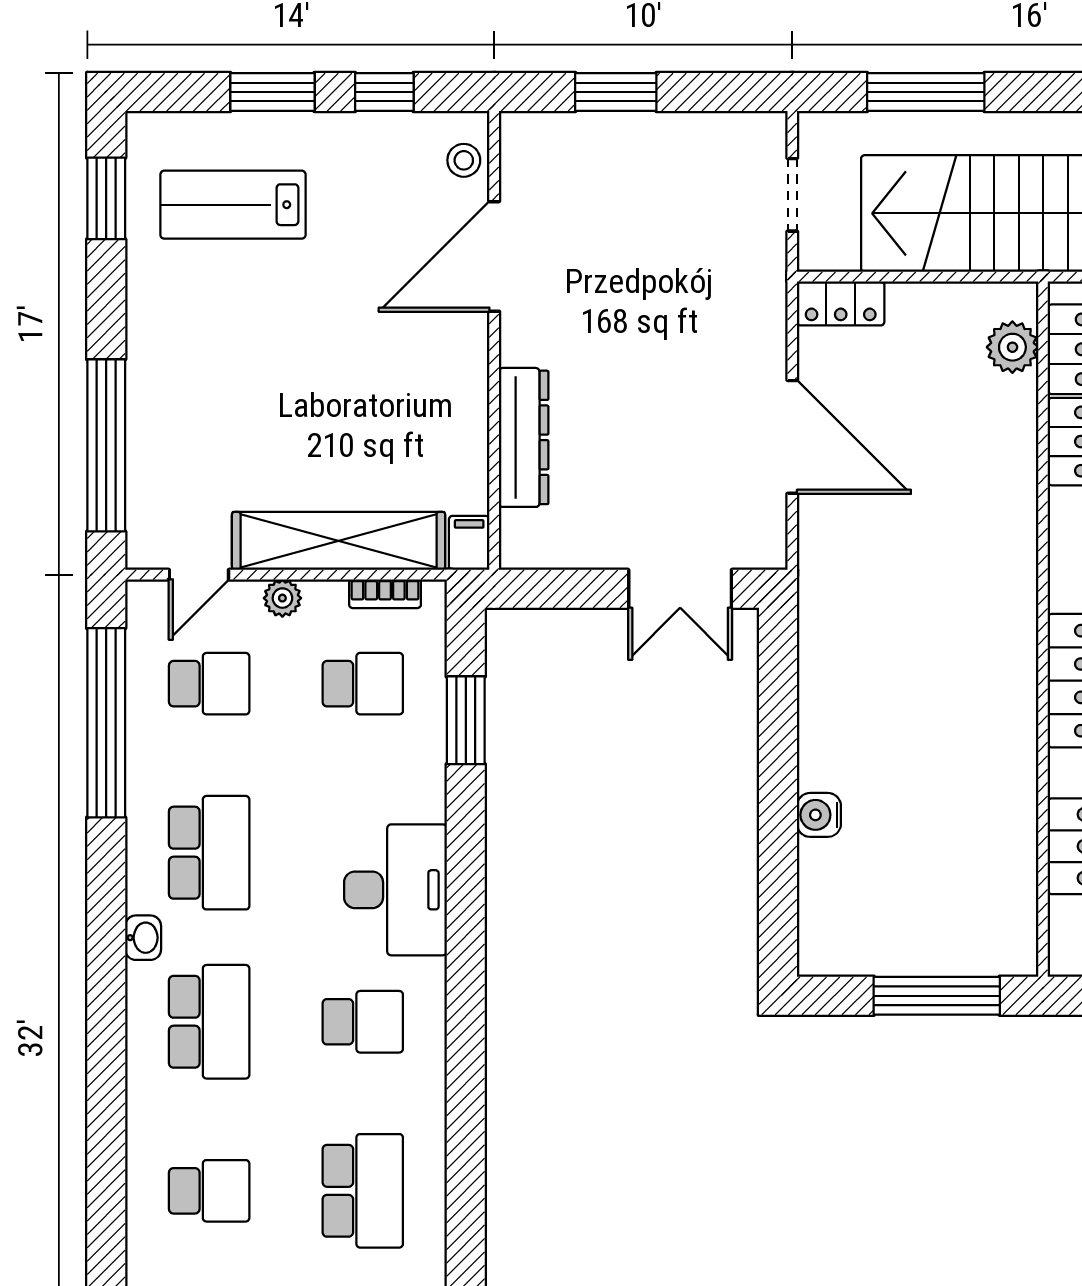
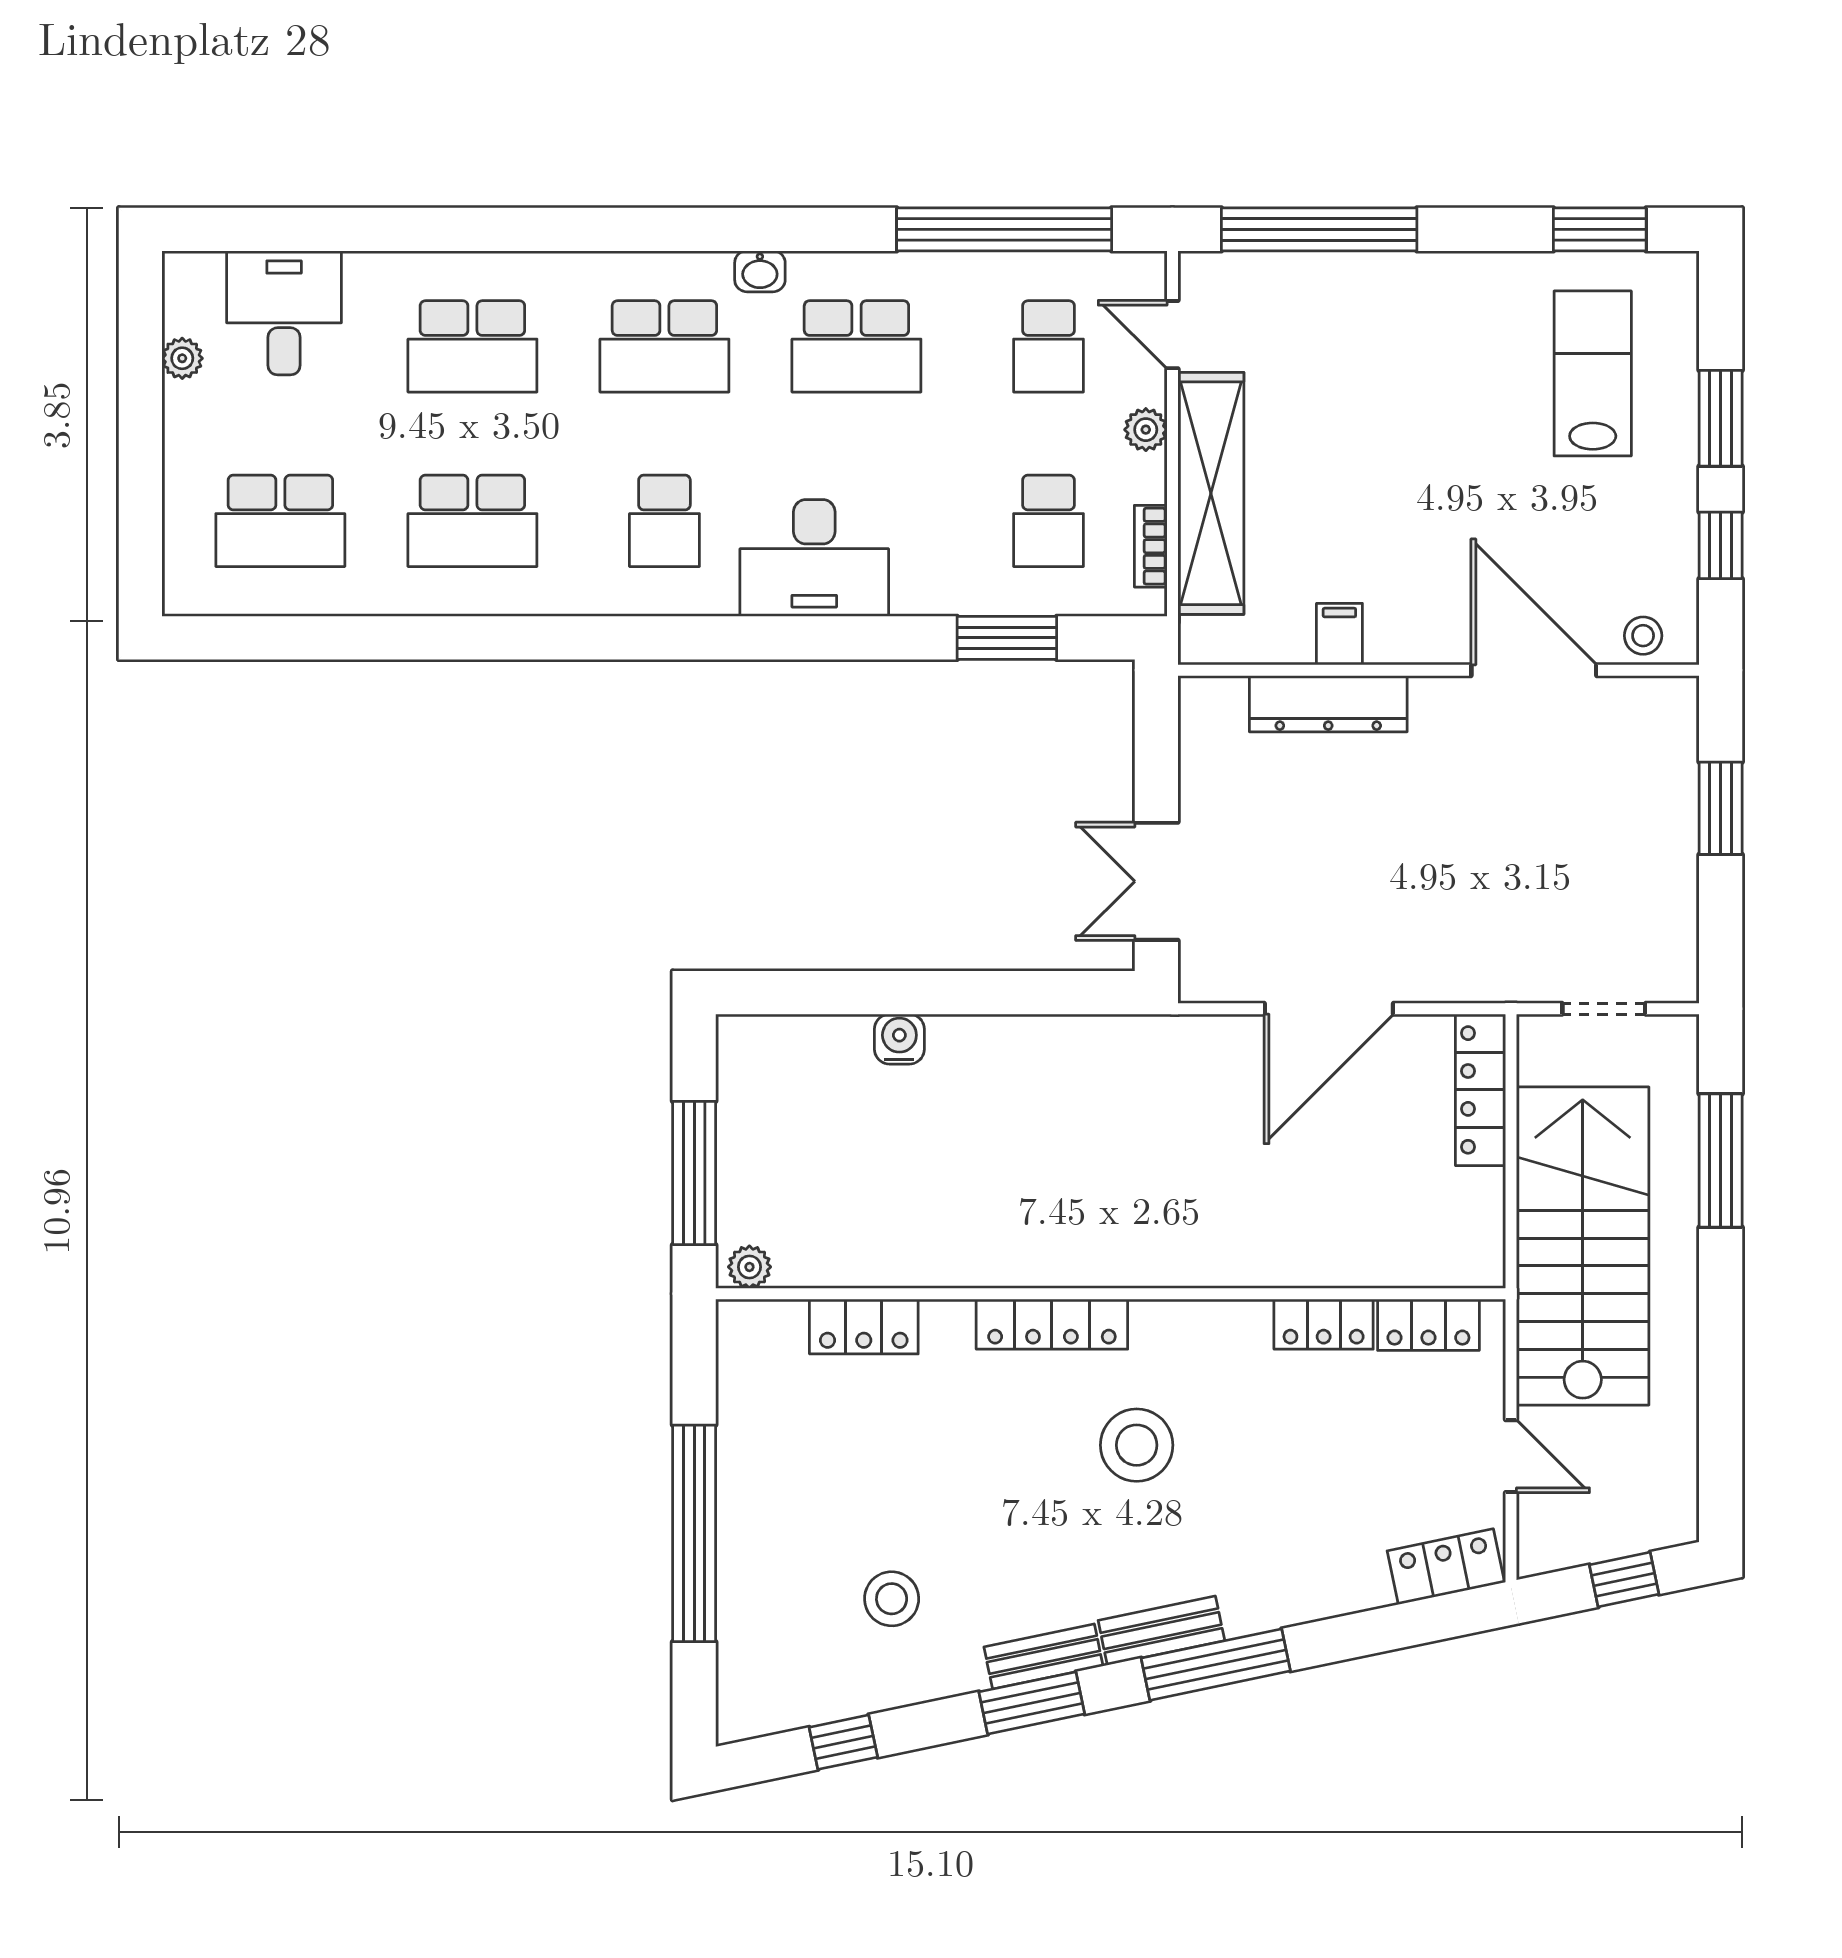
locker: (841, 303) -> (1481, 1090), width x1.53
plant: (1012, 347) -> (749, 1267), moved, width x0.73, depth x0.73
filing cabinet: (469, 543) -> (1339, 634), moved, turned -90
school desk: (209, 1191) -> (472, 346), width x1.85

